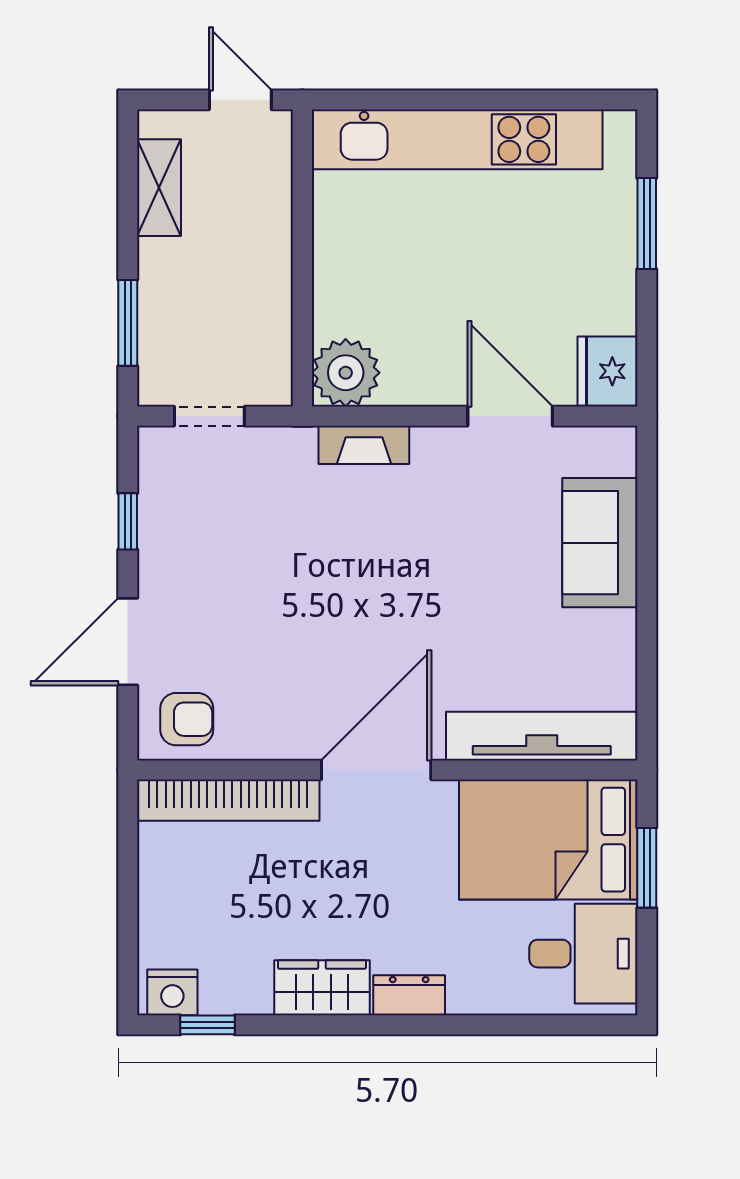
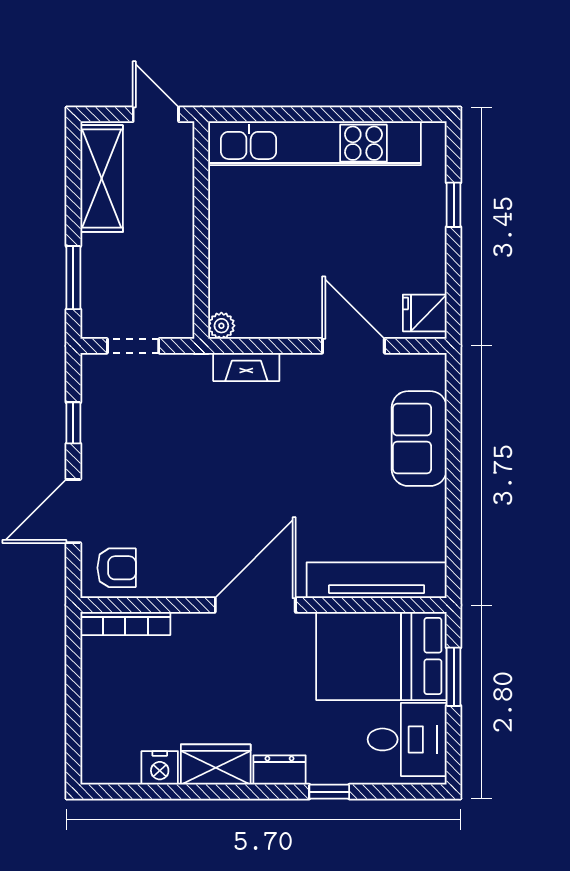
shelving: (159, 188) -> (102, 179), width x1.50, depth x1.33
window: (647, 223) -> (454, 205), width x0.67
fridge: (607, 371) -> (425, 313), width x0.72
plant: (346, 373) -> (221, 326), width x0.53, depth x0.53
bookcase: (228, 800) -> (125, 623), width x0.68, depth x0.76
nightstand: (172, 992) -> (160, 768), moved
window: (208, 1025) -> (329, 792), moved

